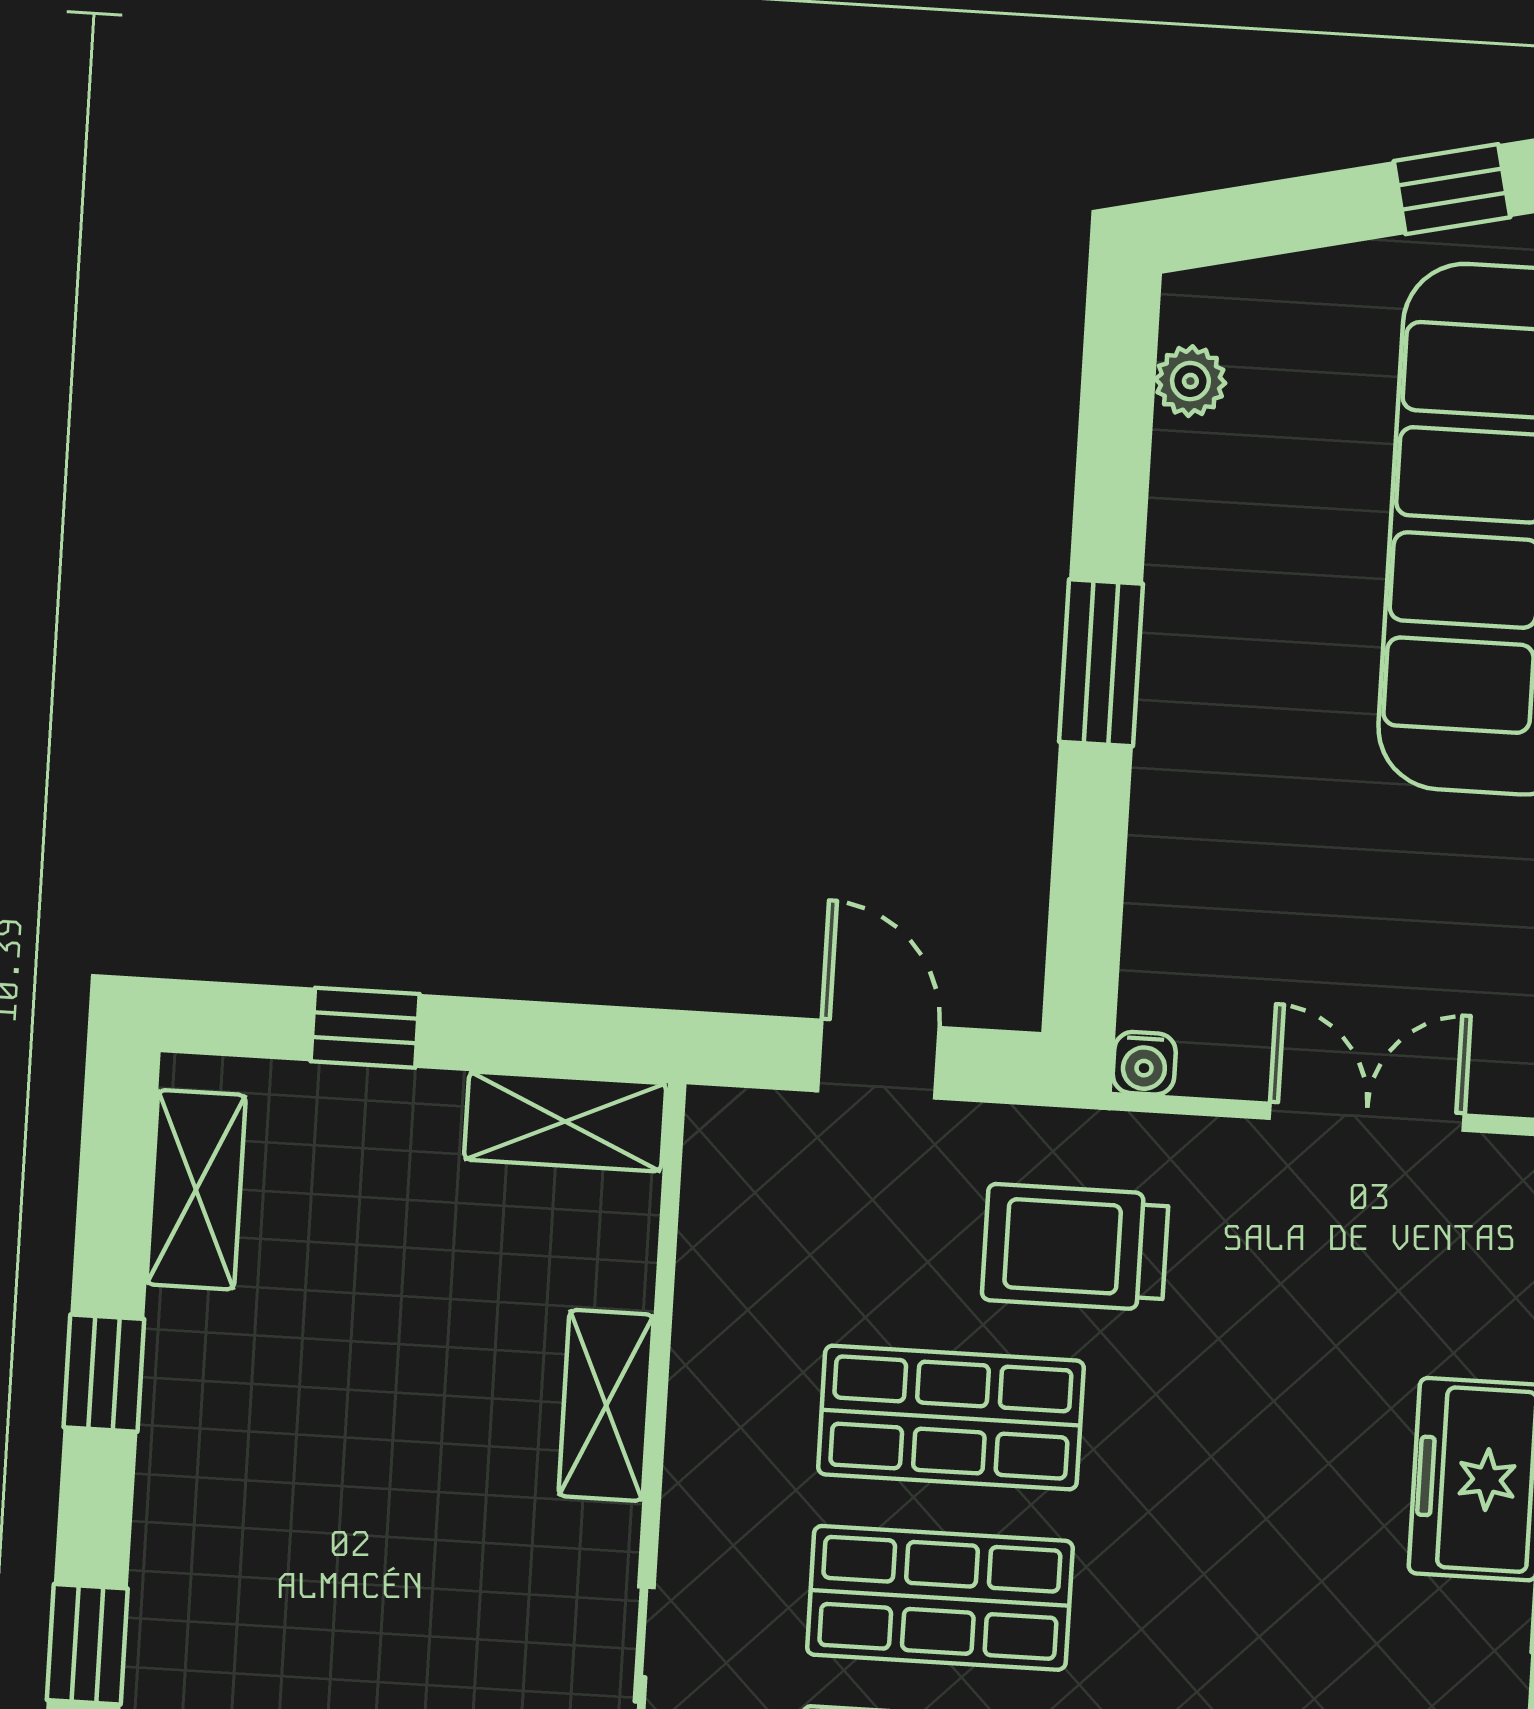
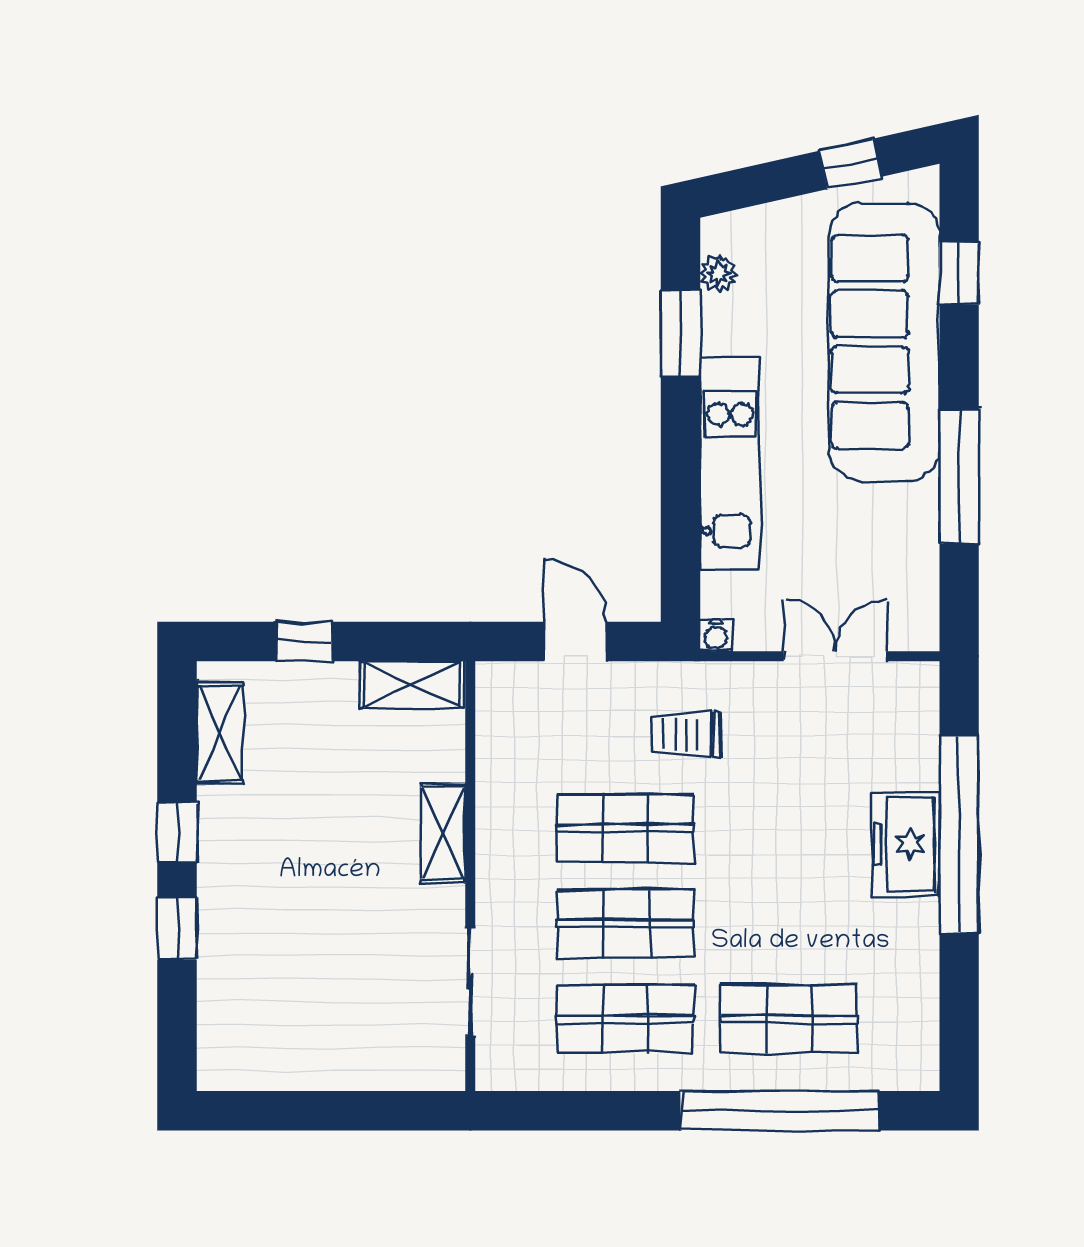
window: (1101, 663) -> (680, 333), moved
kitchen unit: (1190, 740) -> (730, 463), added
trolley: (1075, 1247) -> (686, 734), width x0.73, depth x0.72
window: (87, 1644) -> (177, 929), moved

